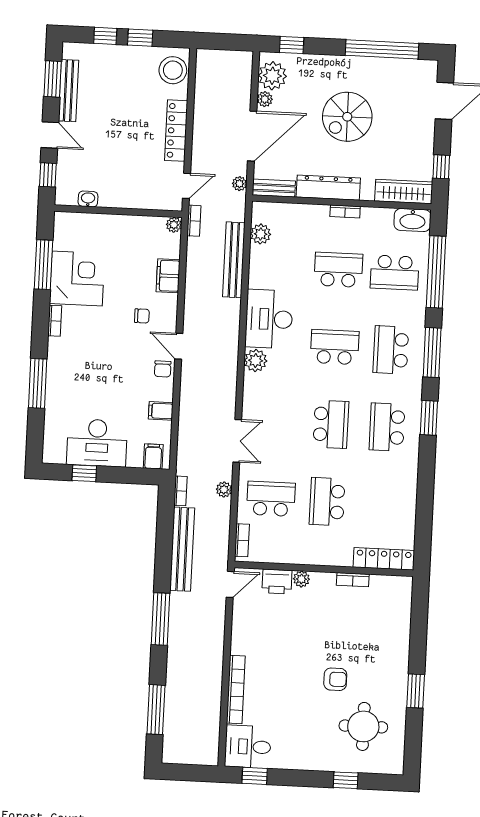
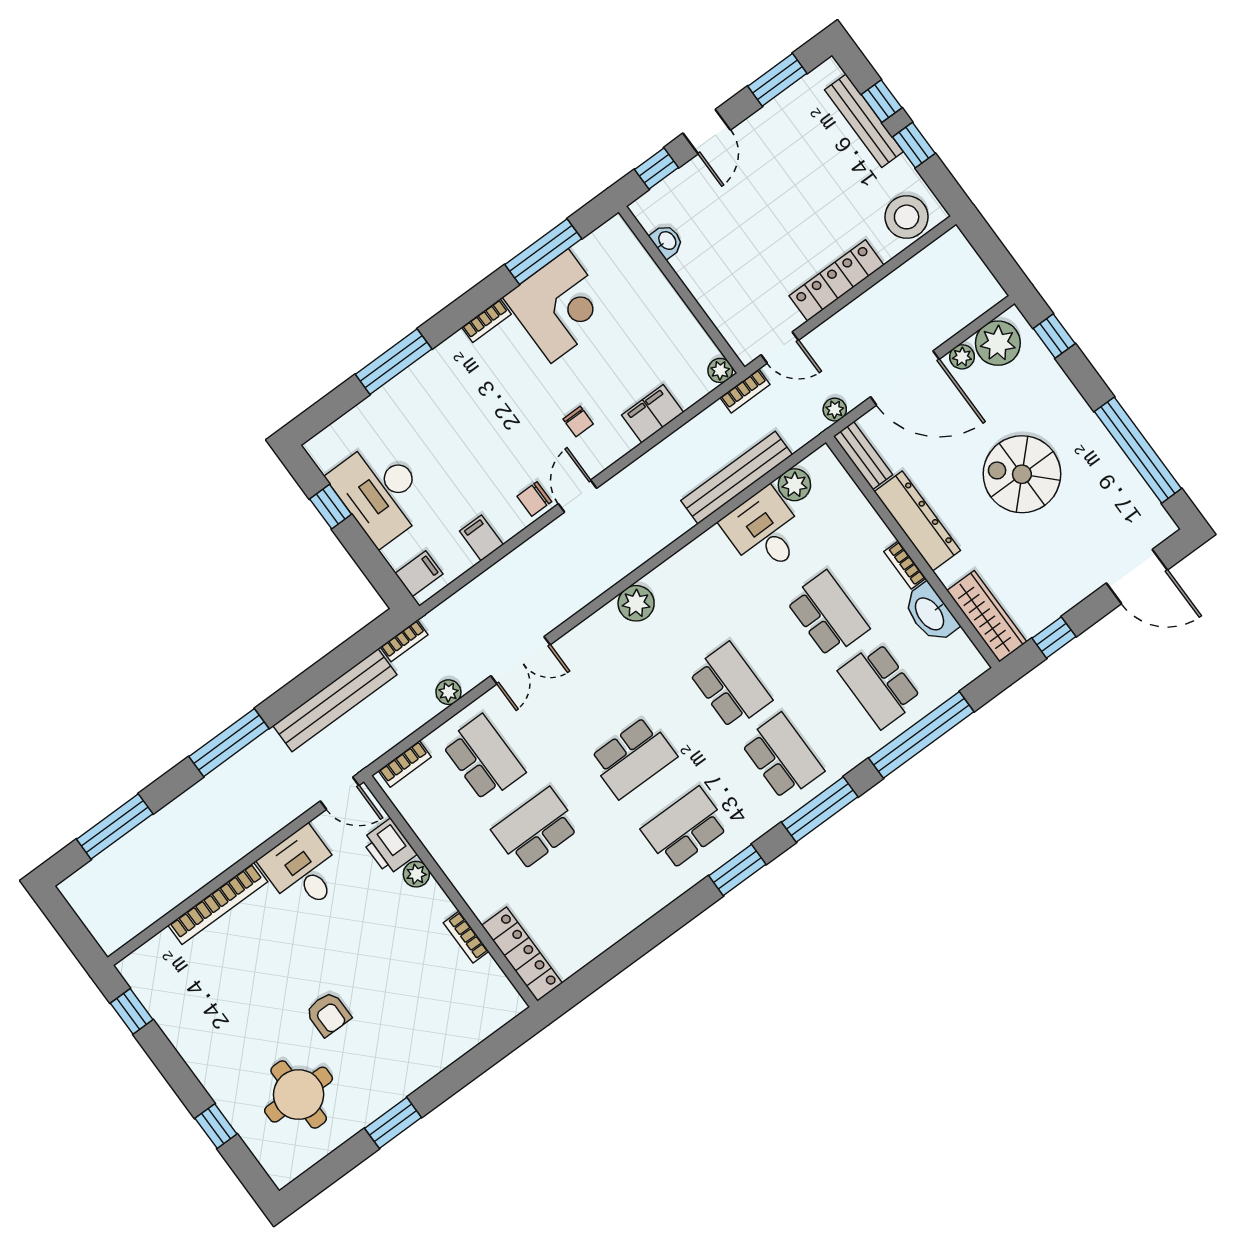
bench: (69, 91) -> (864, 121), moved, turned 90
washbasin: (412, 220) -> (930, 613), moved
desk: (269, 319) -> (764, 531), moved, width x0.73
school desk: (391, 350) -> (782, 757), turned 90
desk: (248, 747) -> (303, 870), moved

